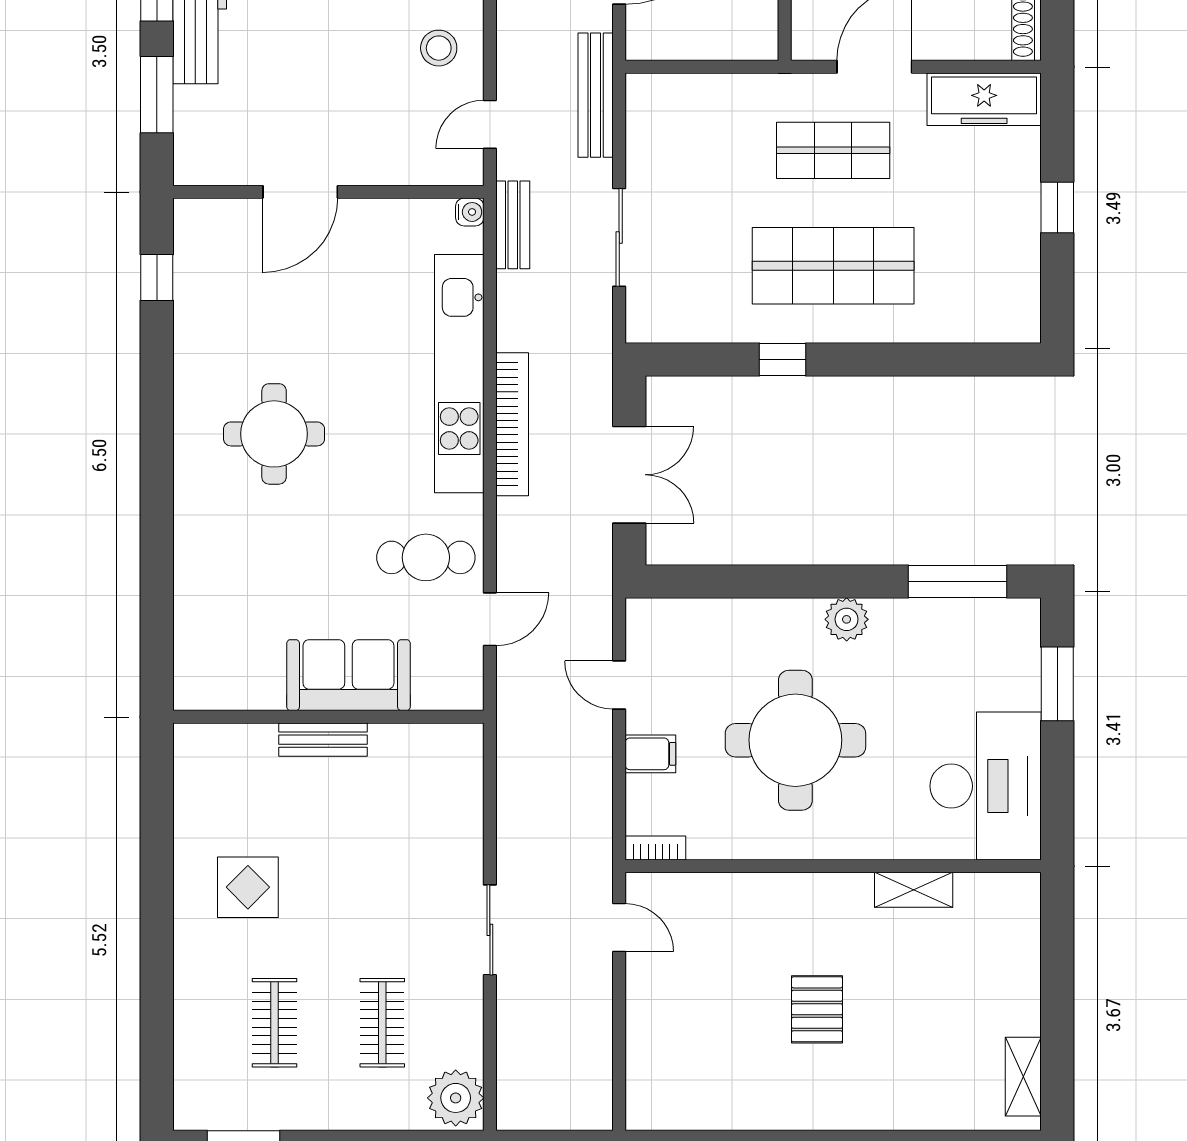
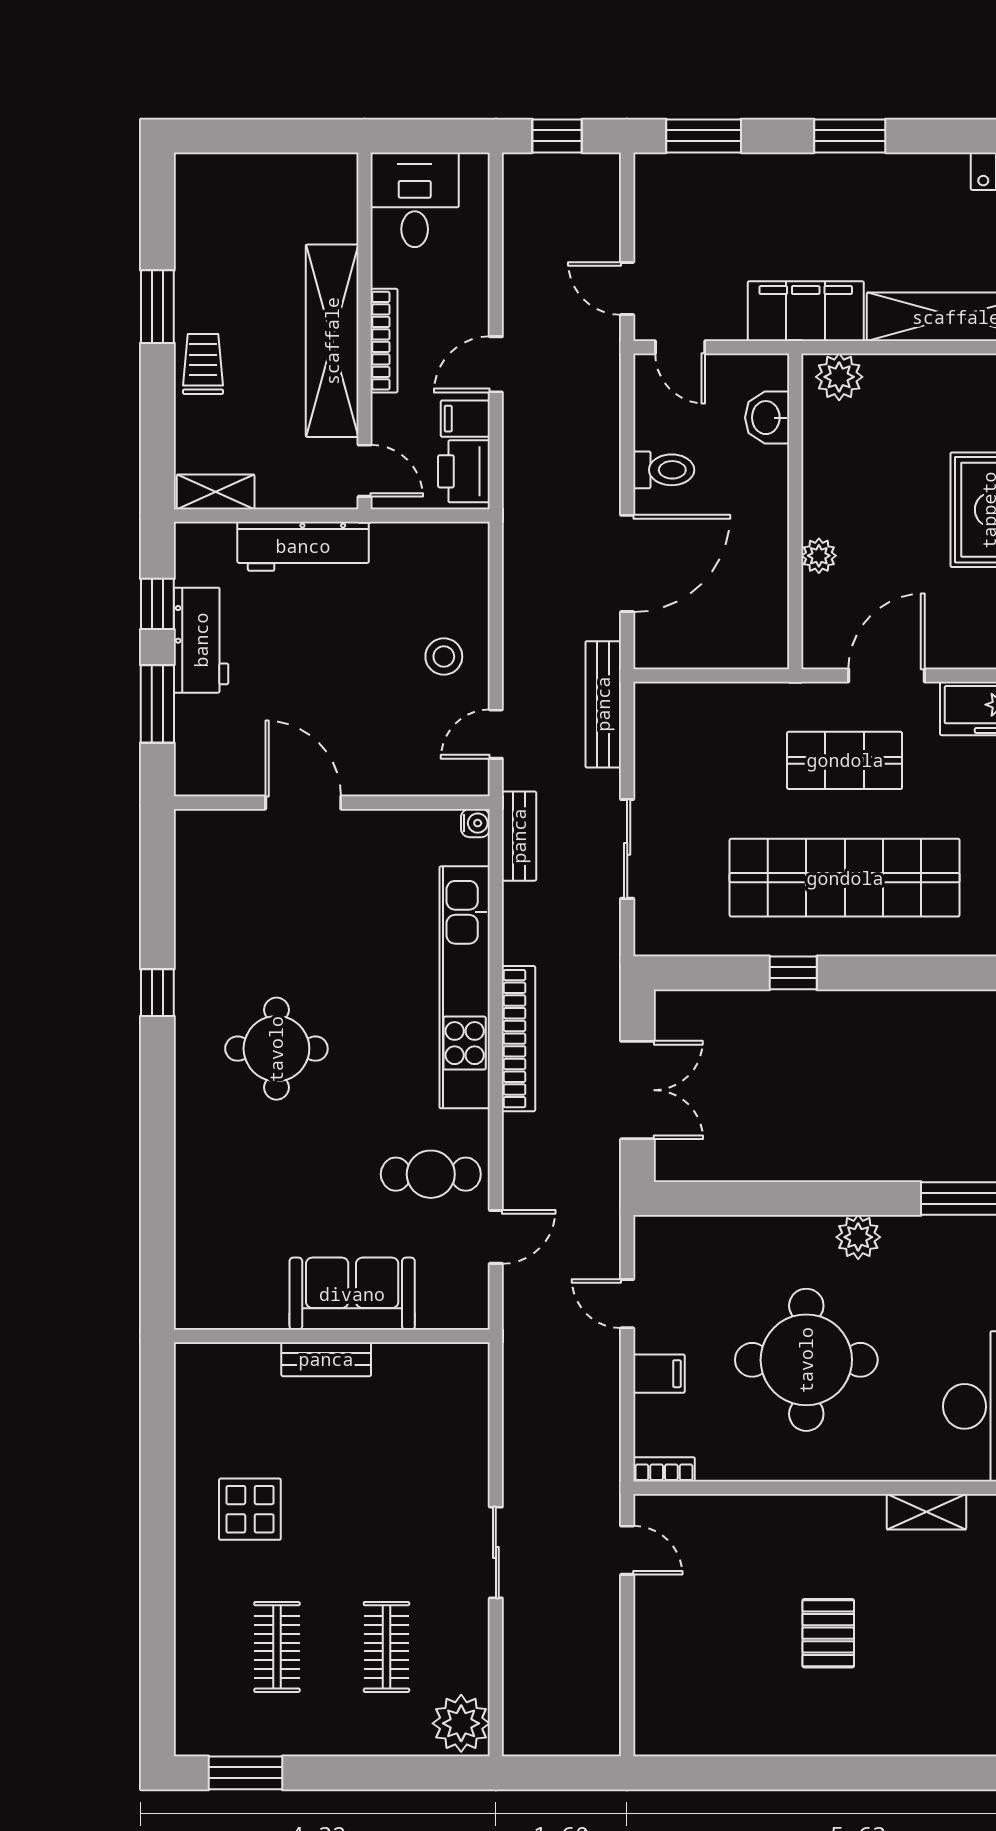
door: (300, 192) -> (303, 803), swing flipped
shop shelf: (833, 266) -> (845, 878), width x1.40
window: (157, 277) -> (157, 993), moved

